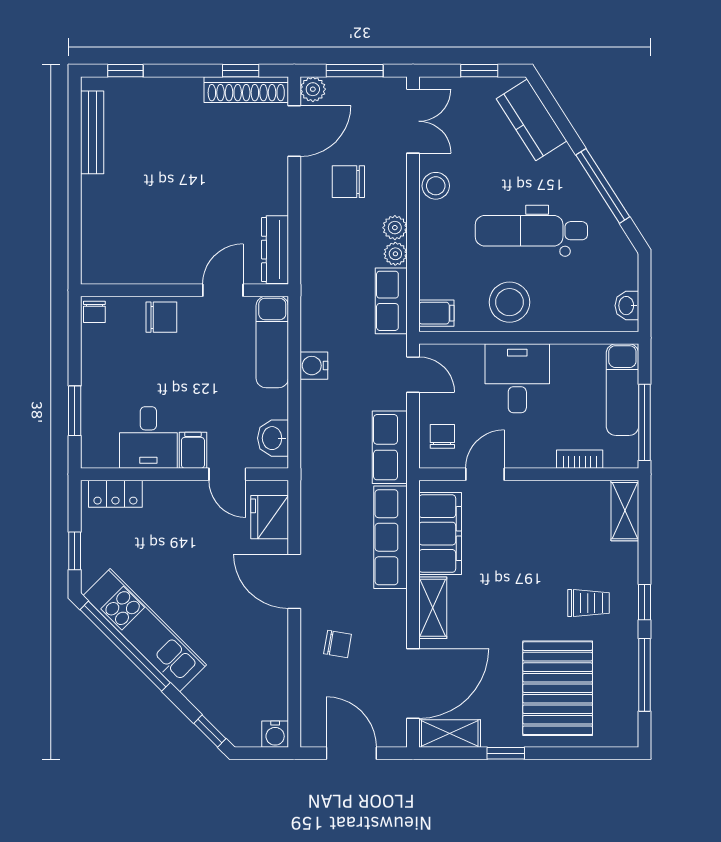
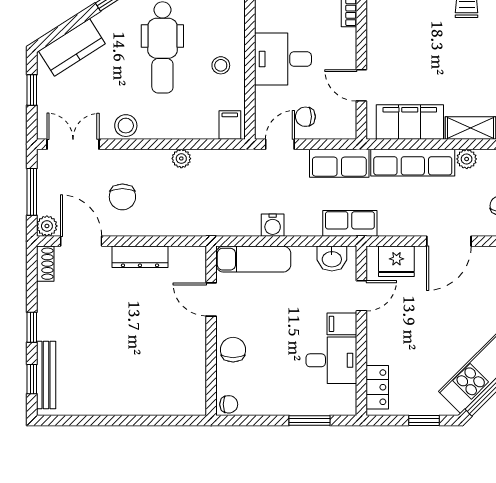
window: (241, 71) -> (32, 327), moved
shoe rack: (246, 90) -> (45, 264), width x0.51, depth x0.81
bench: (92, 132) -> (46, 375), moved, turned 90
plant: (395, 228) -> (467, 159), moved
dresser: (275, 250) -> (140, 257), moved
row of seats: (391, 301) -> (350, 223), moved, turned 180
stool: (509, 302) -> (221, 65), width x0.53, depth x0.53
chair: (442, 436) -> (305, 117), moved

